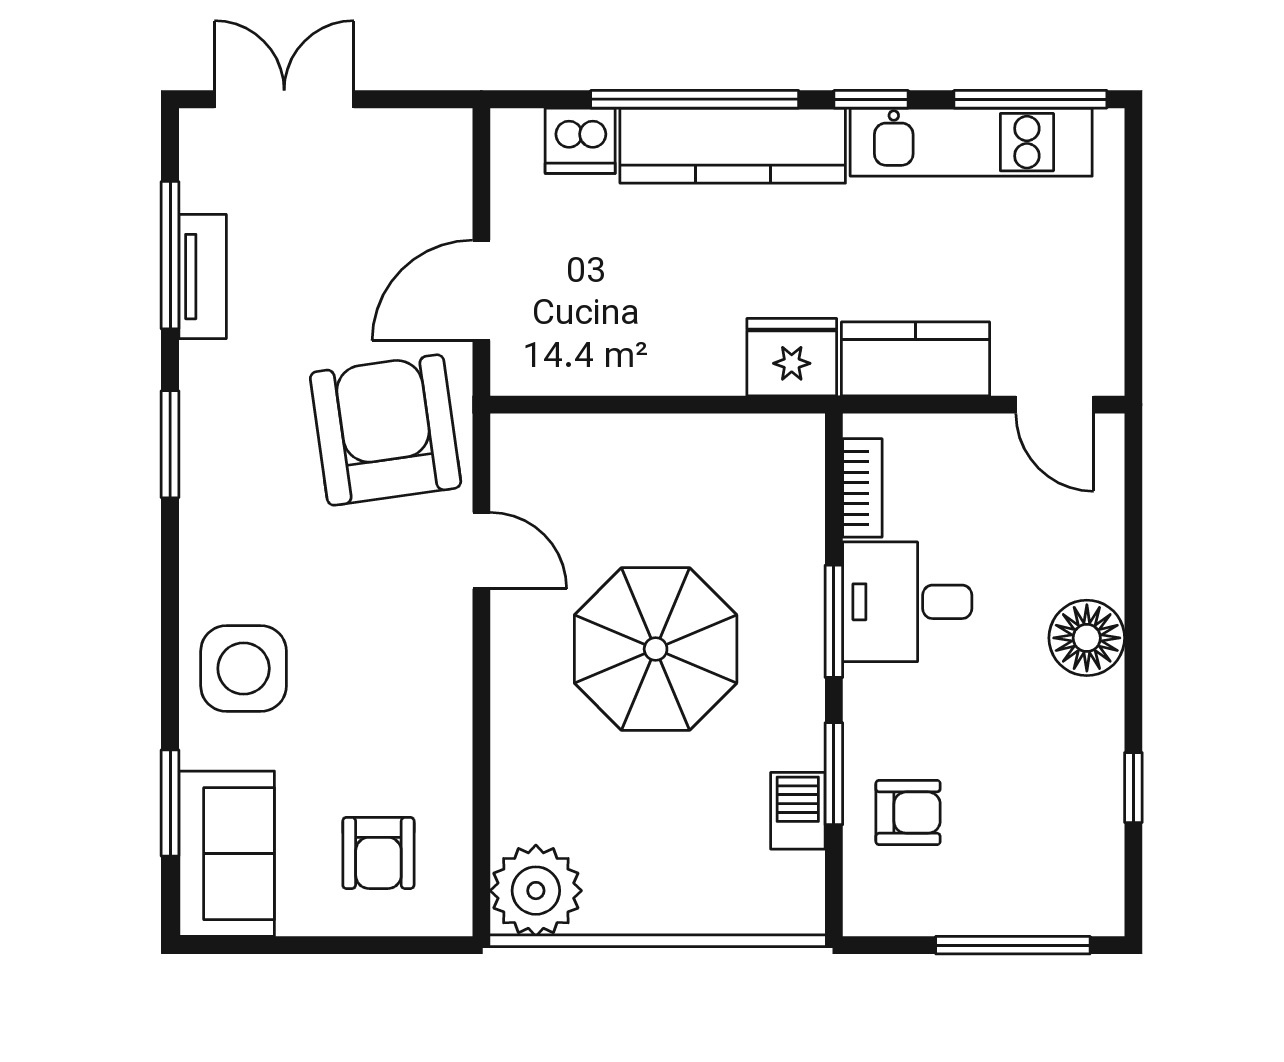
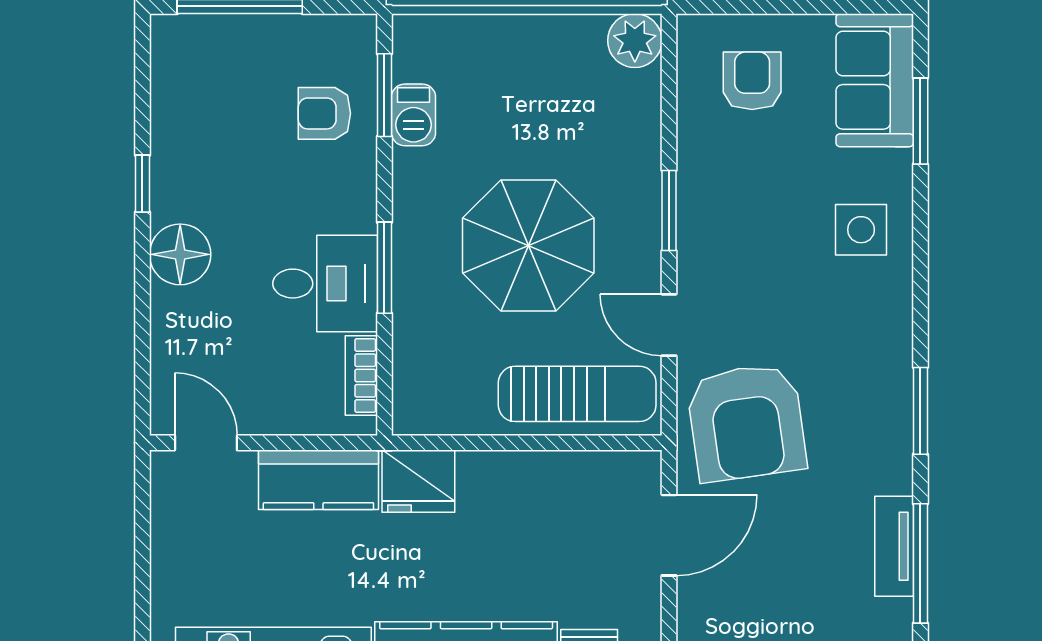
sun lounger: (595, 465) -> (577, 394), added
side table: (244, 668) -> (861, 230), width x0.73, depth x0.73
window: (481, 692) -> (669, 211), added
window: (834, 774) -> (384, 95), moved
window: (1133, 788) -> (142, 184), moved
plant: (536, 891) -> (635, 41), width x0.73, depth x0.73

